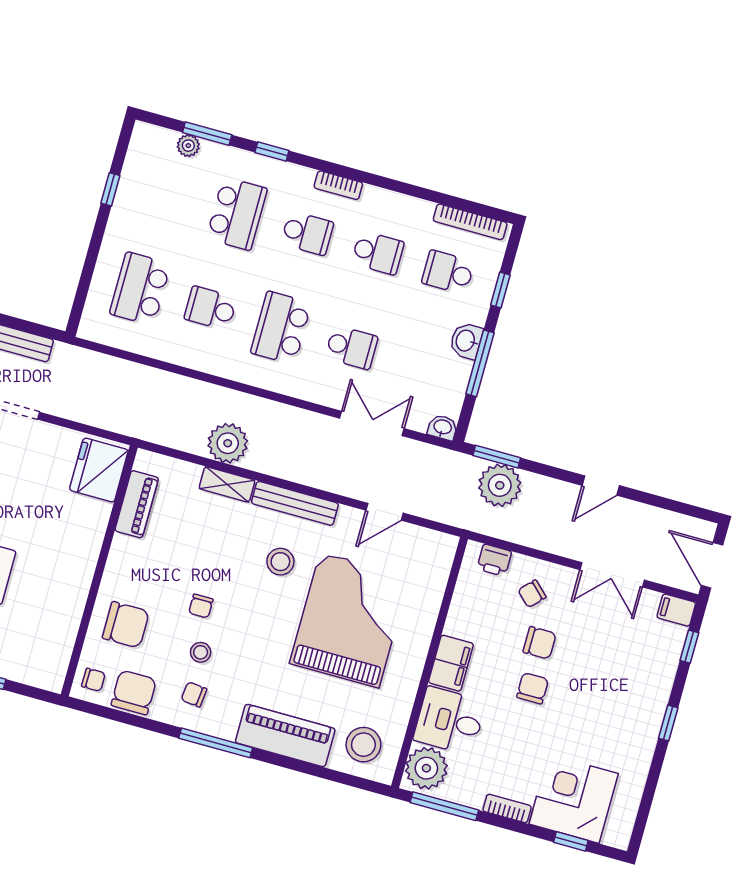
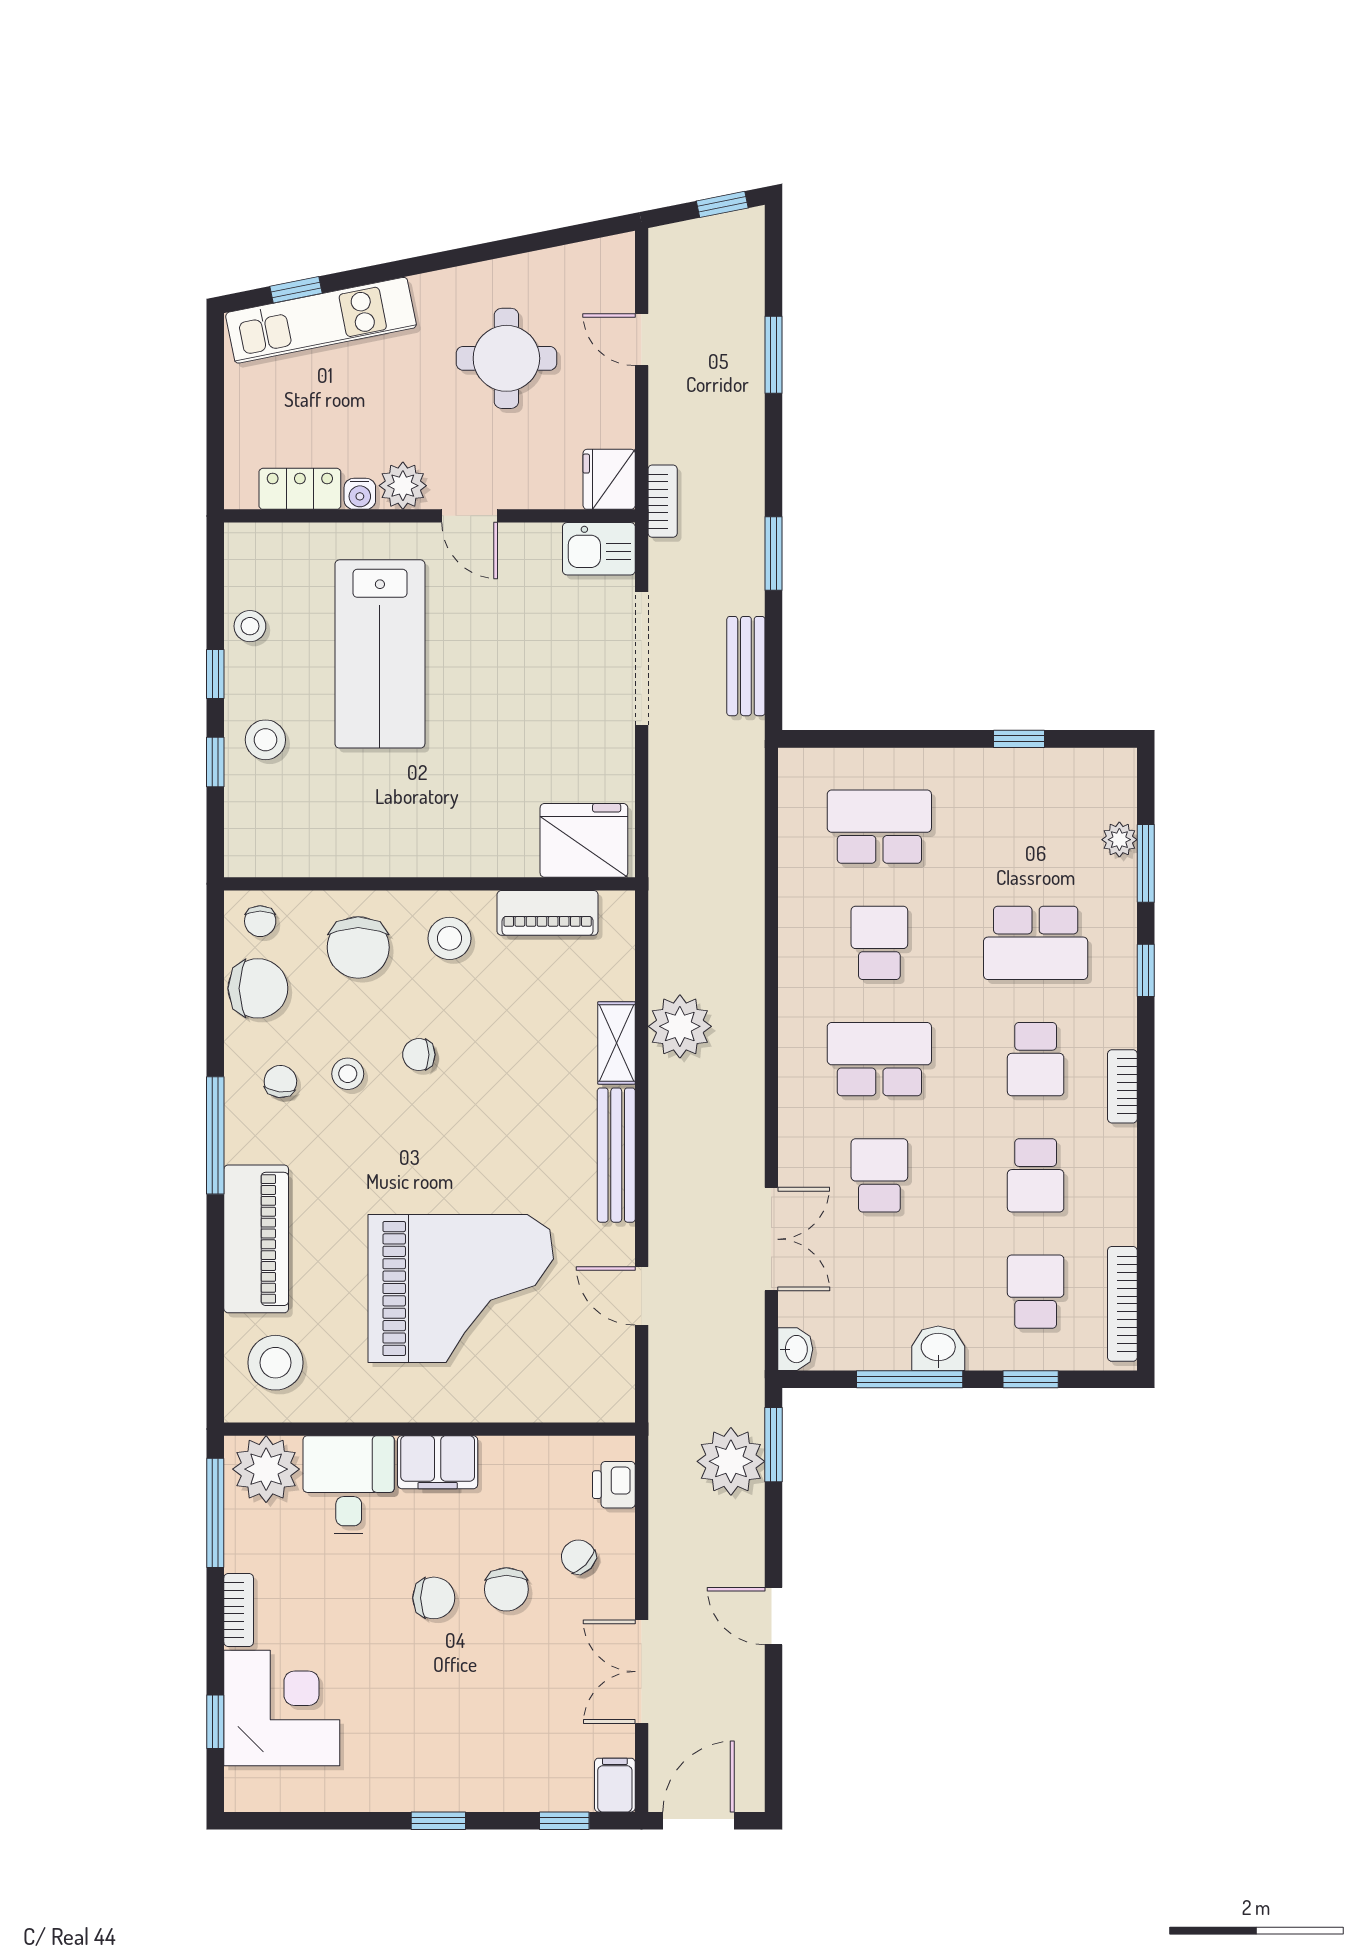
school desk: (351, 347) -> (879, 1175), turned 180
stool: (280, 562) -> (449, 938), moved

